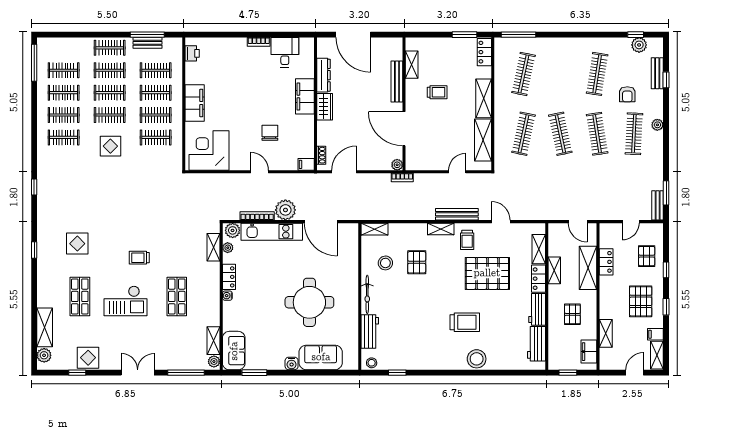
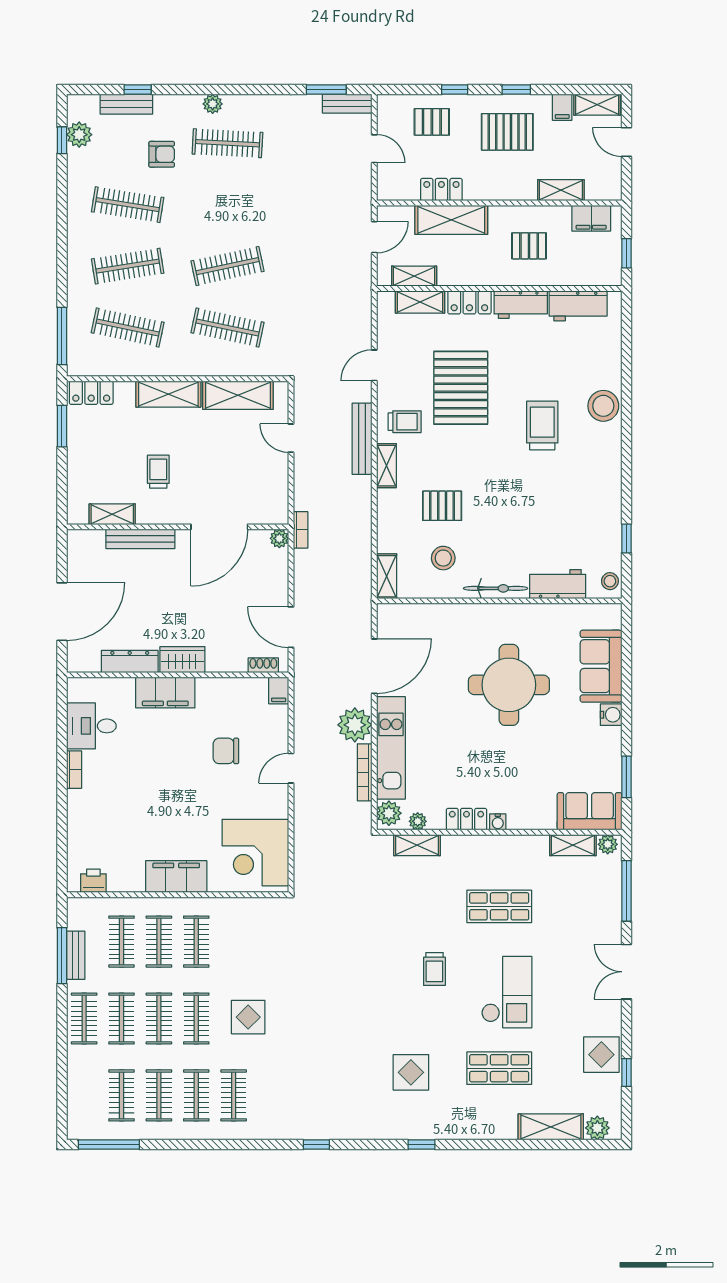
clothes rail: (597, 134) -> (128, 266), moved
clothes rail: (156, 137) -> (234, 942), removed
shelving: (554, 270) -> (414, 276), moved

